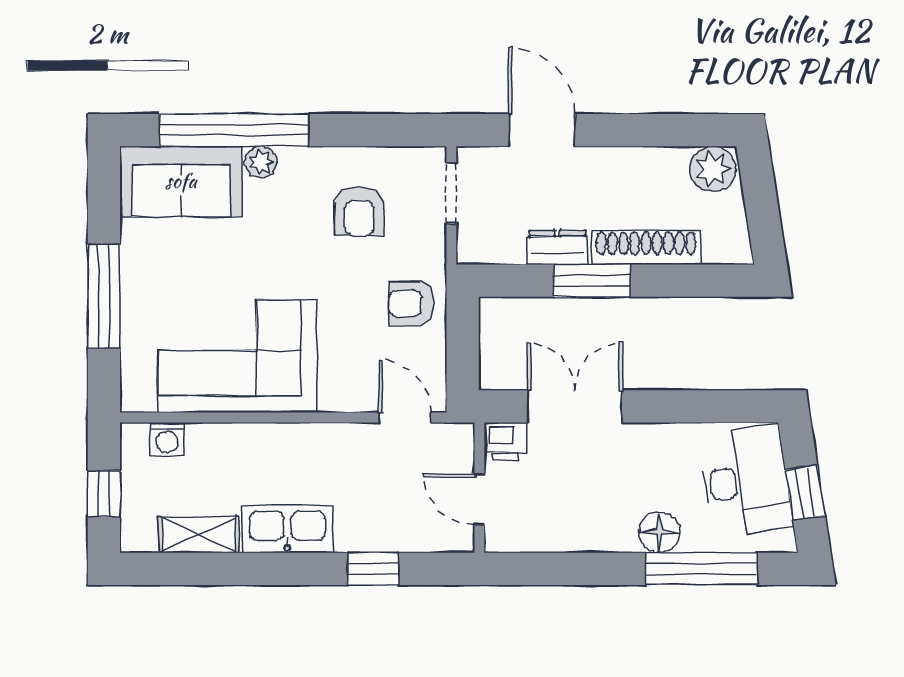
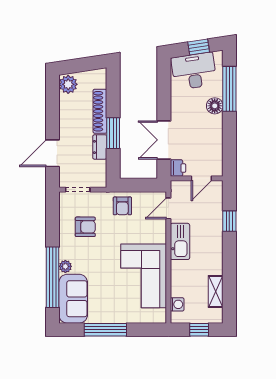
window: (104, 296) -> (105, 330), moved
kitchen sink: (287, 529) -> (180, 241), moved, turned 180

